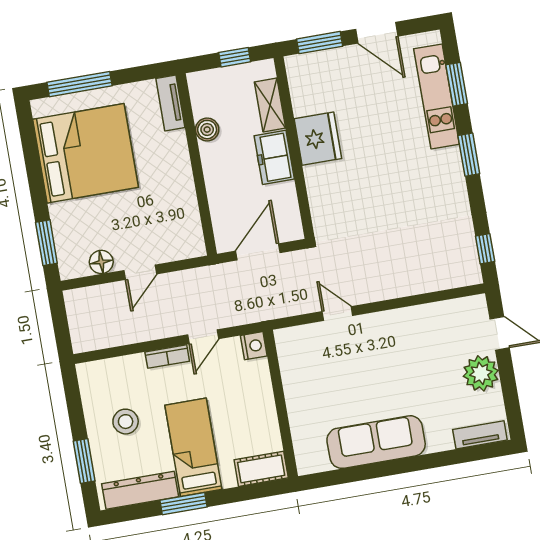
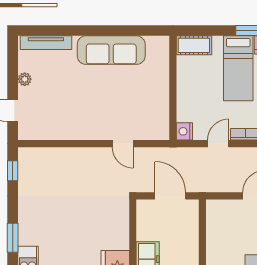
door: (258, 252) -> (170, 196), swing flipped
plant: (481, 373) -> (25, 79), width x0.53, depth x0.53
tv unit: (480, 435) -> (46, 43), width x1.41

